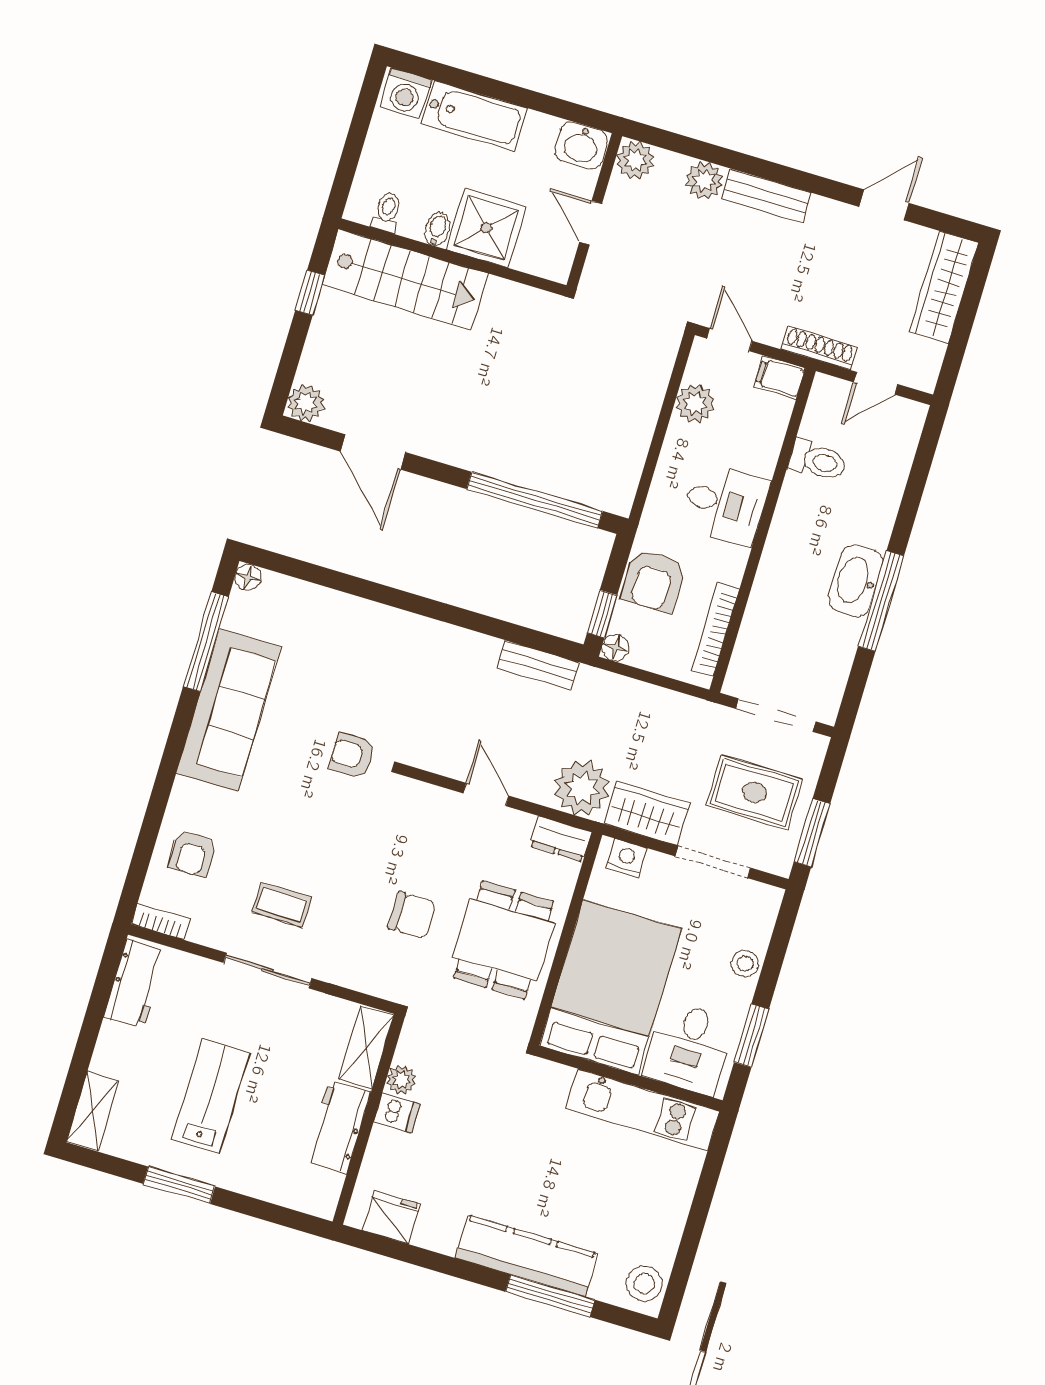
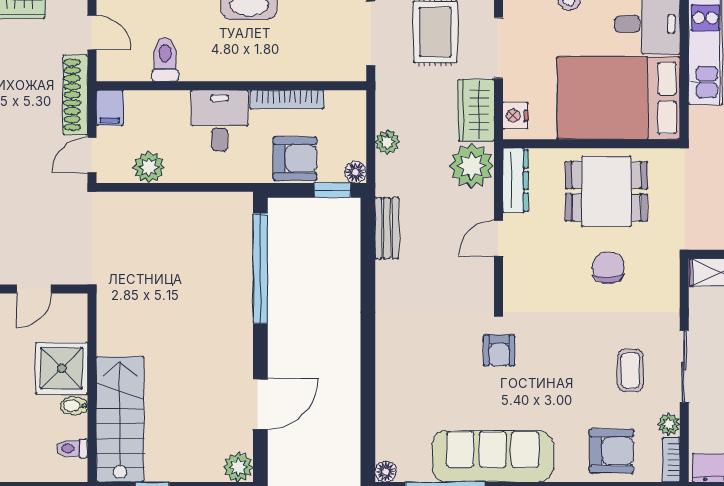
shoe rack: (819, 348) -> (75, 95), width x1.36, depth x1.24
bookcase: (715, 630) -> (287, 100), moved
plant: (640, 696) -> (387, 142), added
dresser: (561, 839) -> (515, 181), width x1.44
armchair: (192, 853) -> (611, 451), width x1.38, depth x1.38
plant: (204, 931) -> (669, 424), added

